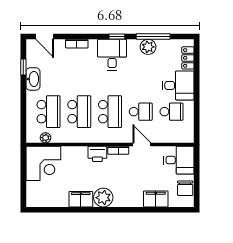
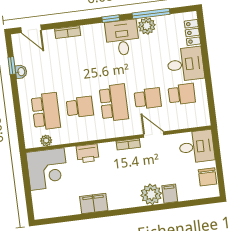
desk: (112, 55) -> (122, 38), moved
washbasin: (33, 79) -> (21, 72), width x0.52, depth x0.69
school desk: (79, 112) -> (80, 107), width x0.54
printer: (97, 154) -> (88, 153), moved
plant: (103, 198) -> (151, 194), moved
filing cabinet: (156, 199) -> (170, 194), width x0.50

